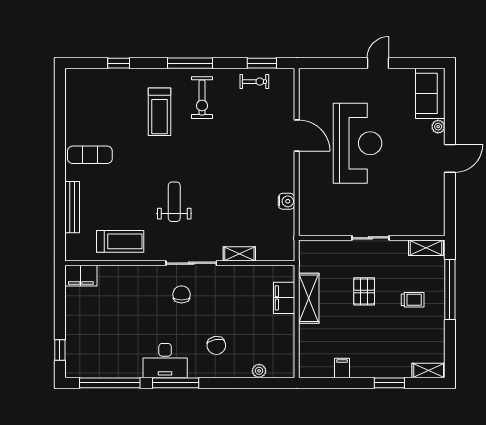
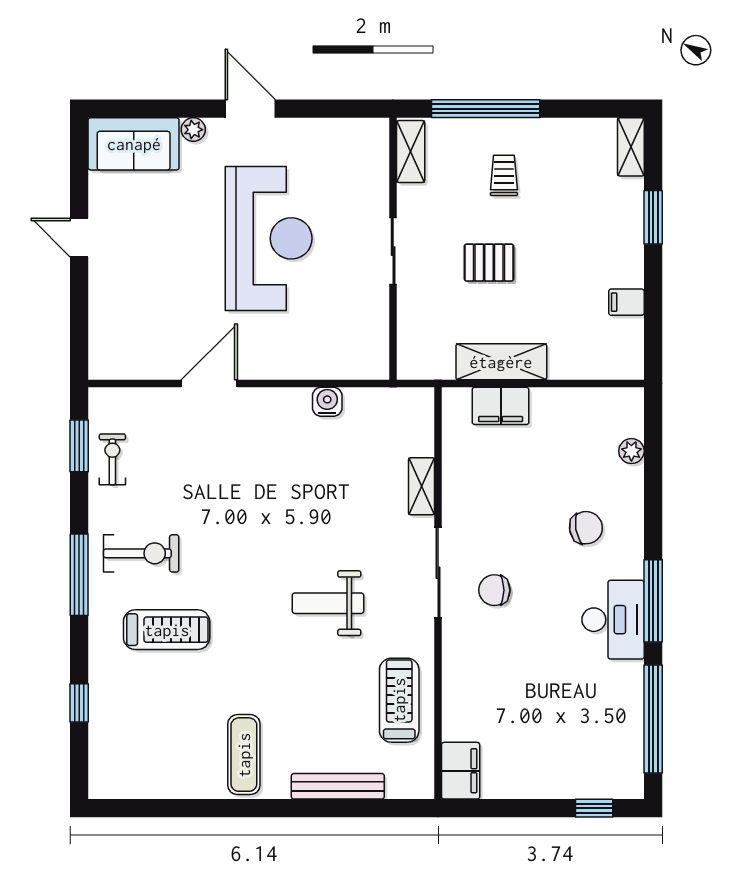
reception desk: (358, 143) -> (269, 238), moved, turned 90

